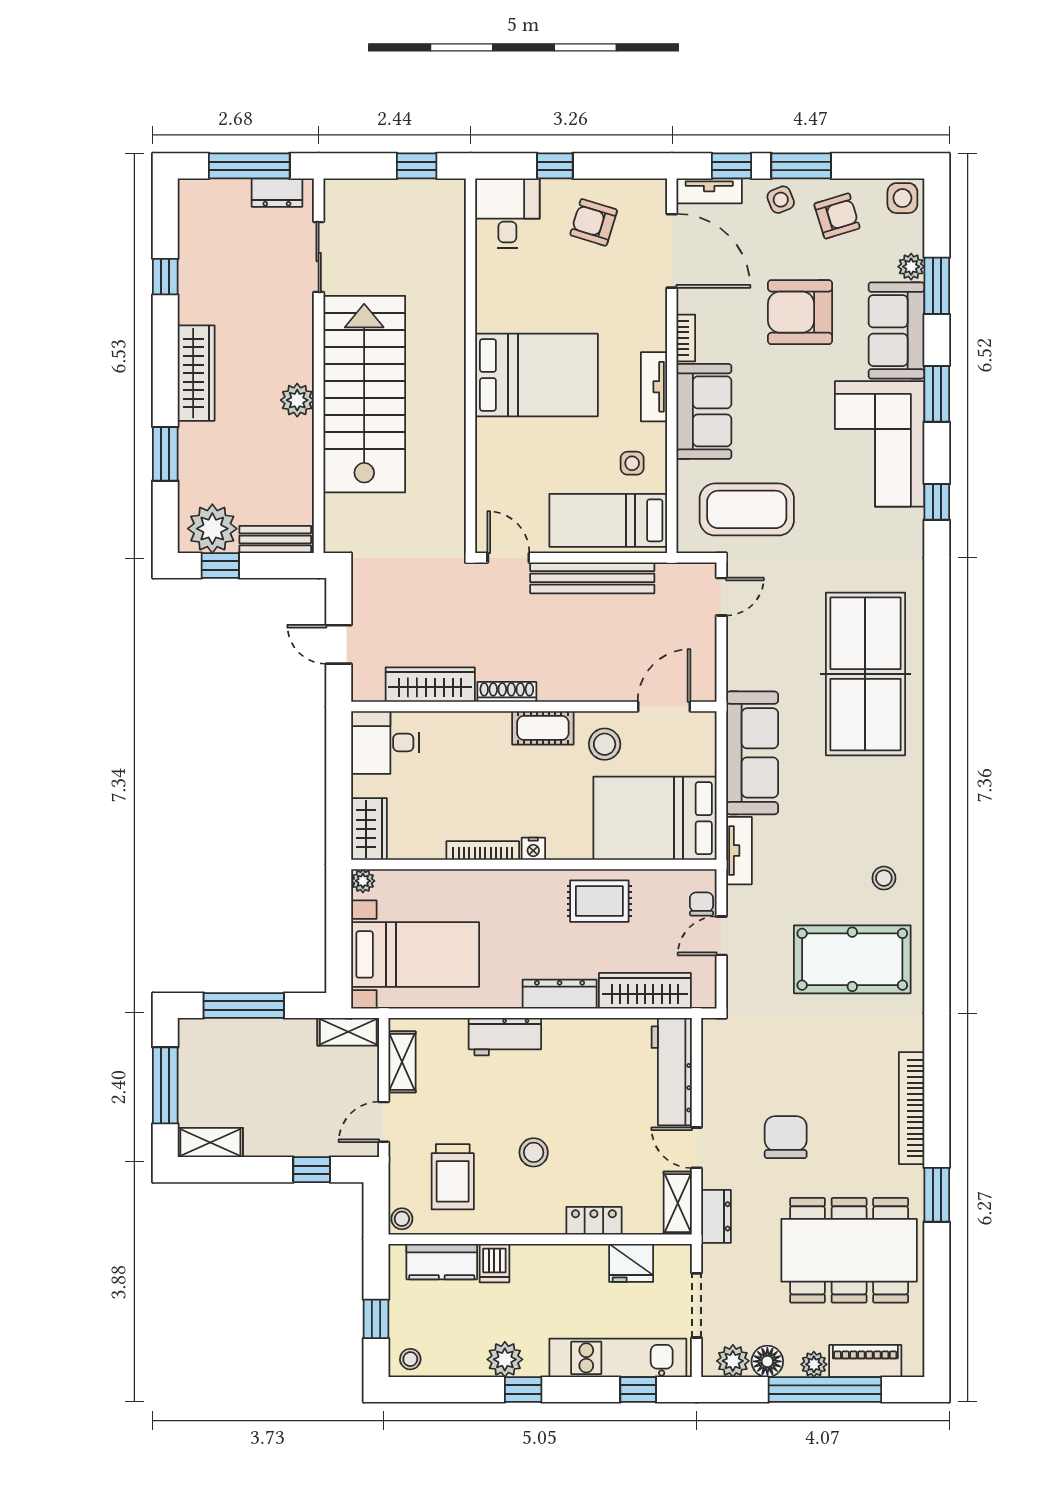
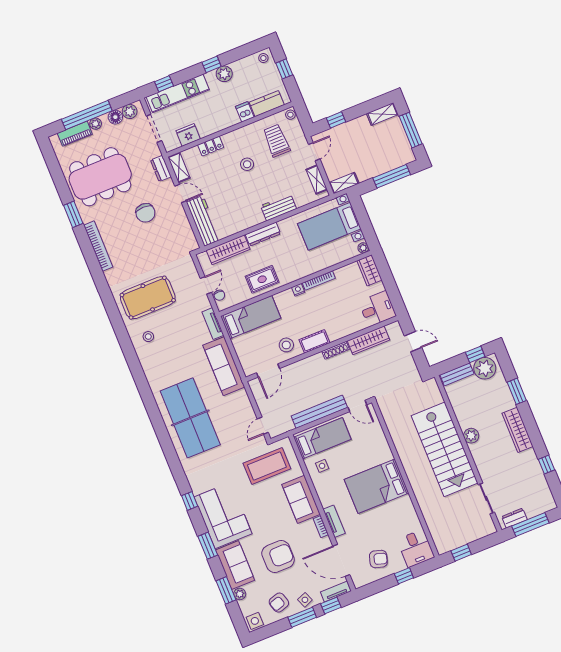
tv unit: (654, 387) -> (334, 521), moved
bed: (655, 818) -> (251, 317), width x0.67

